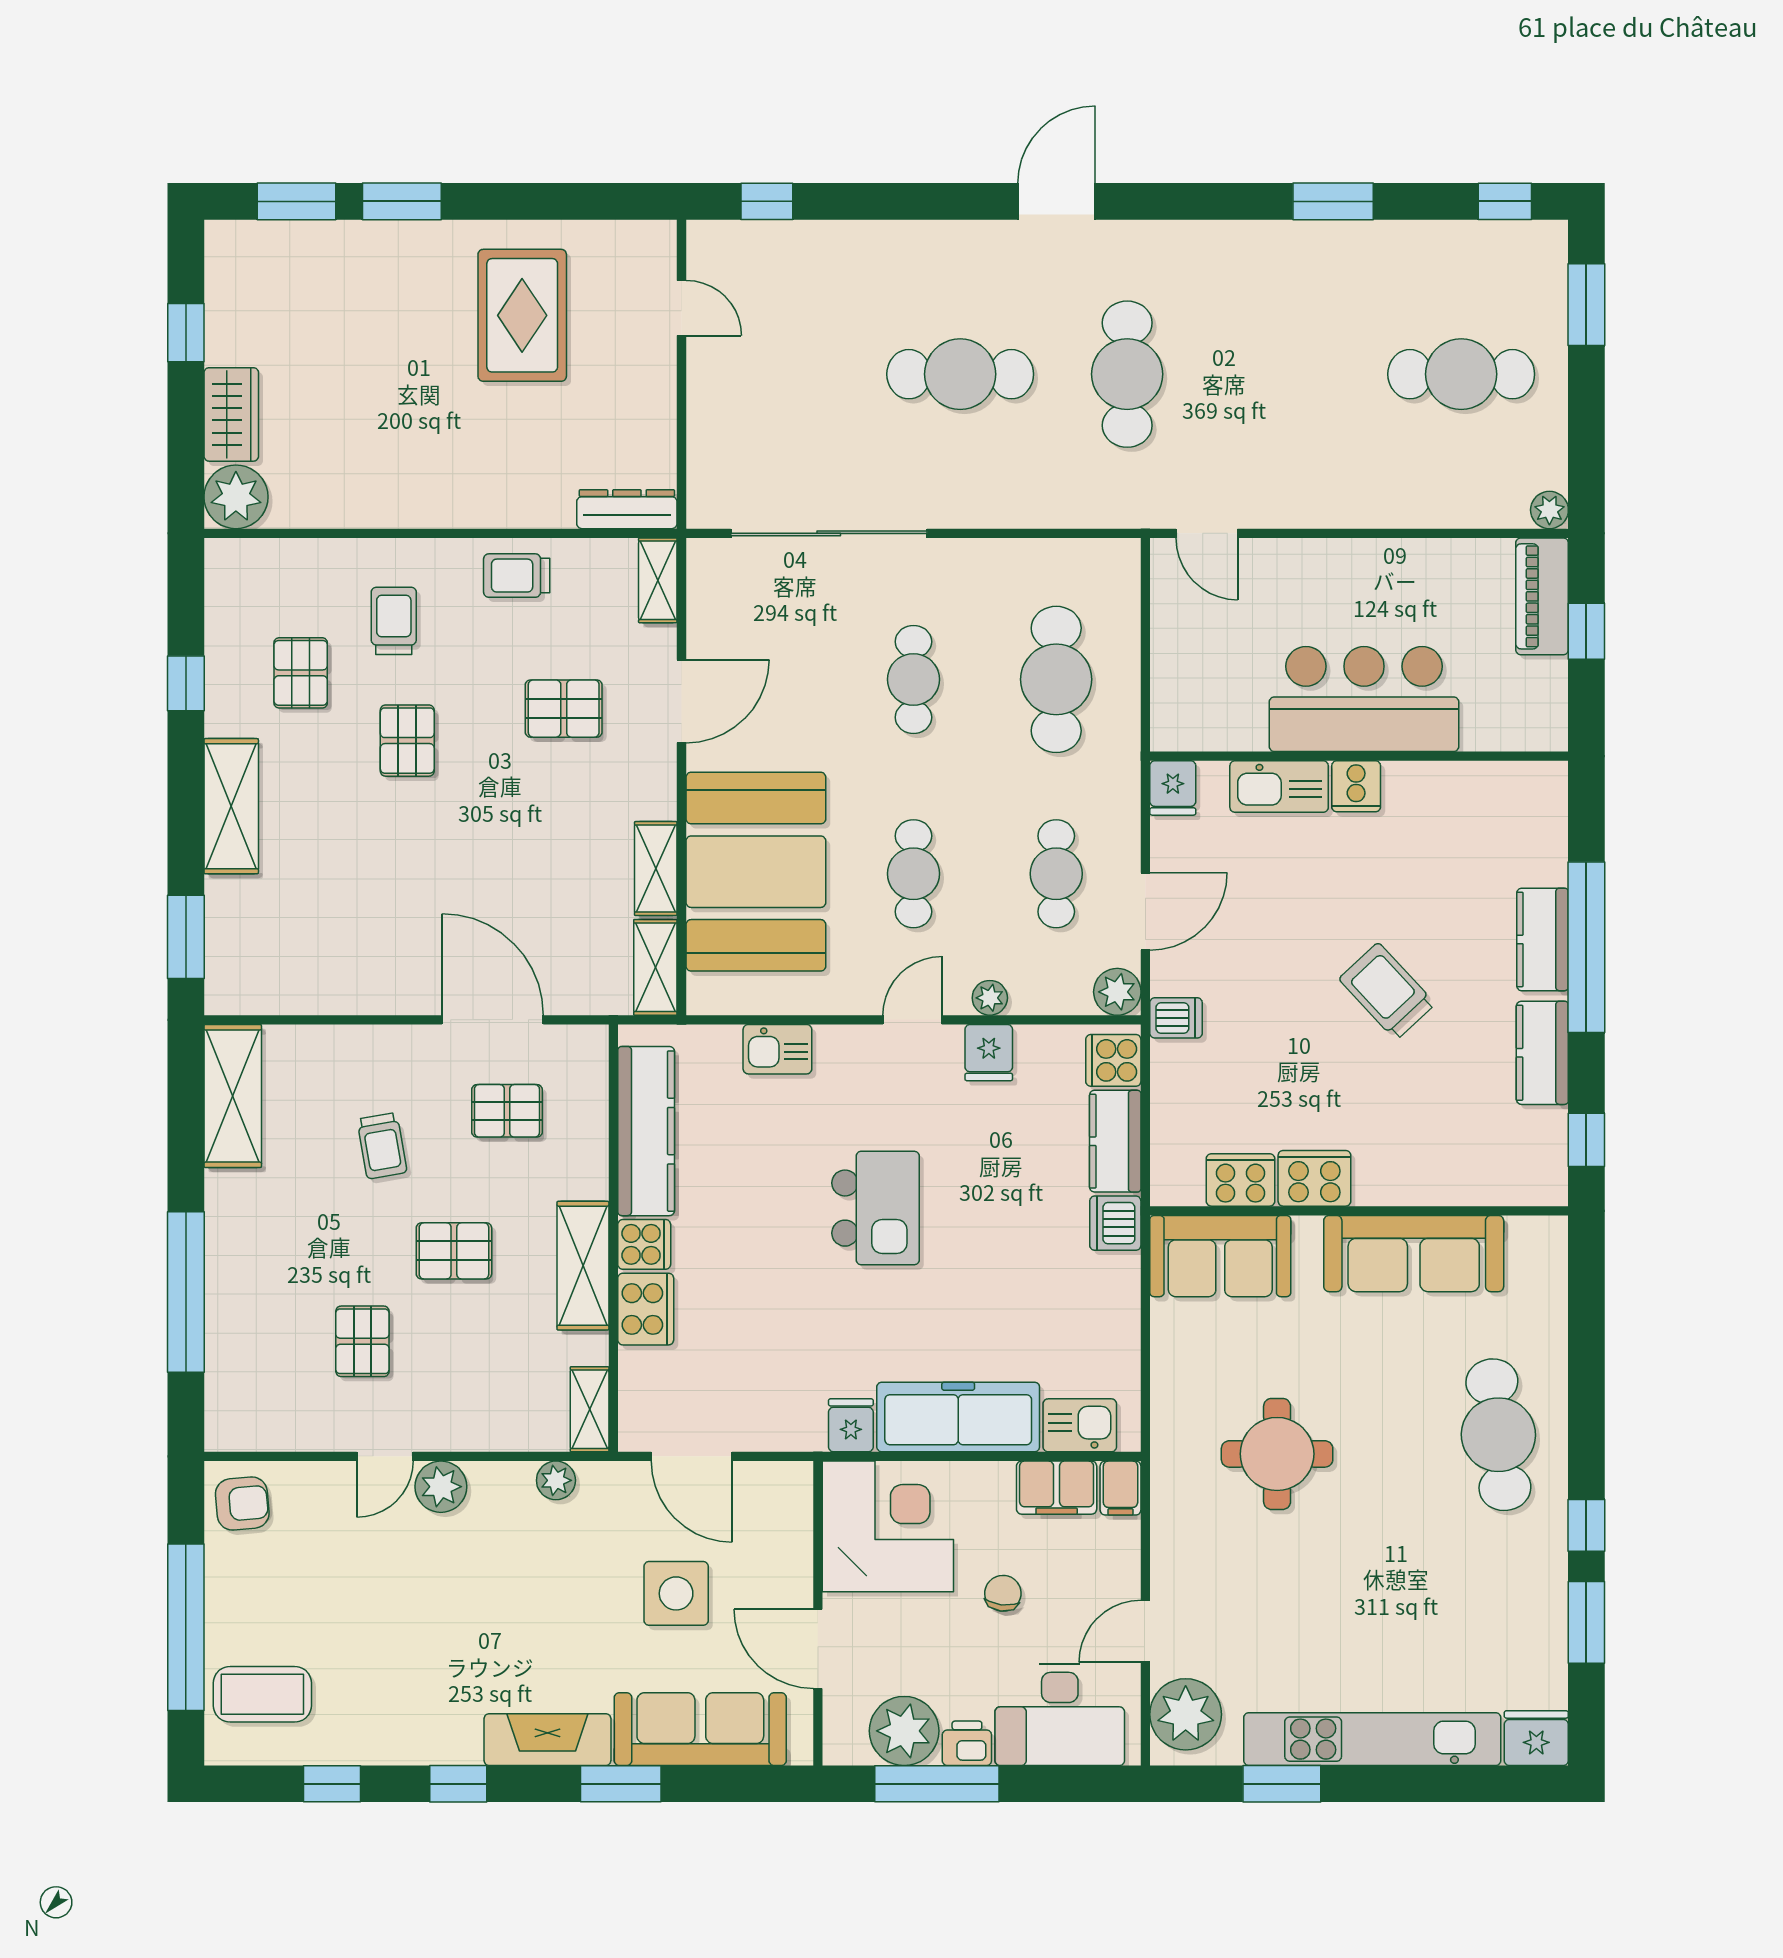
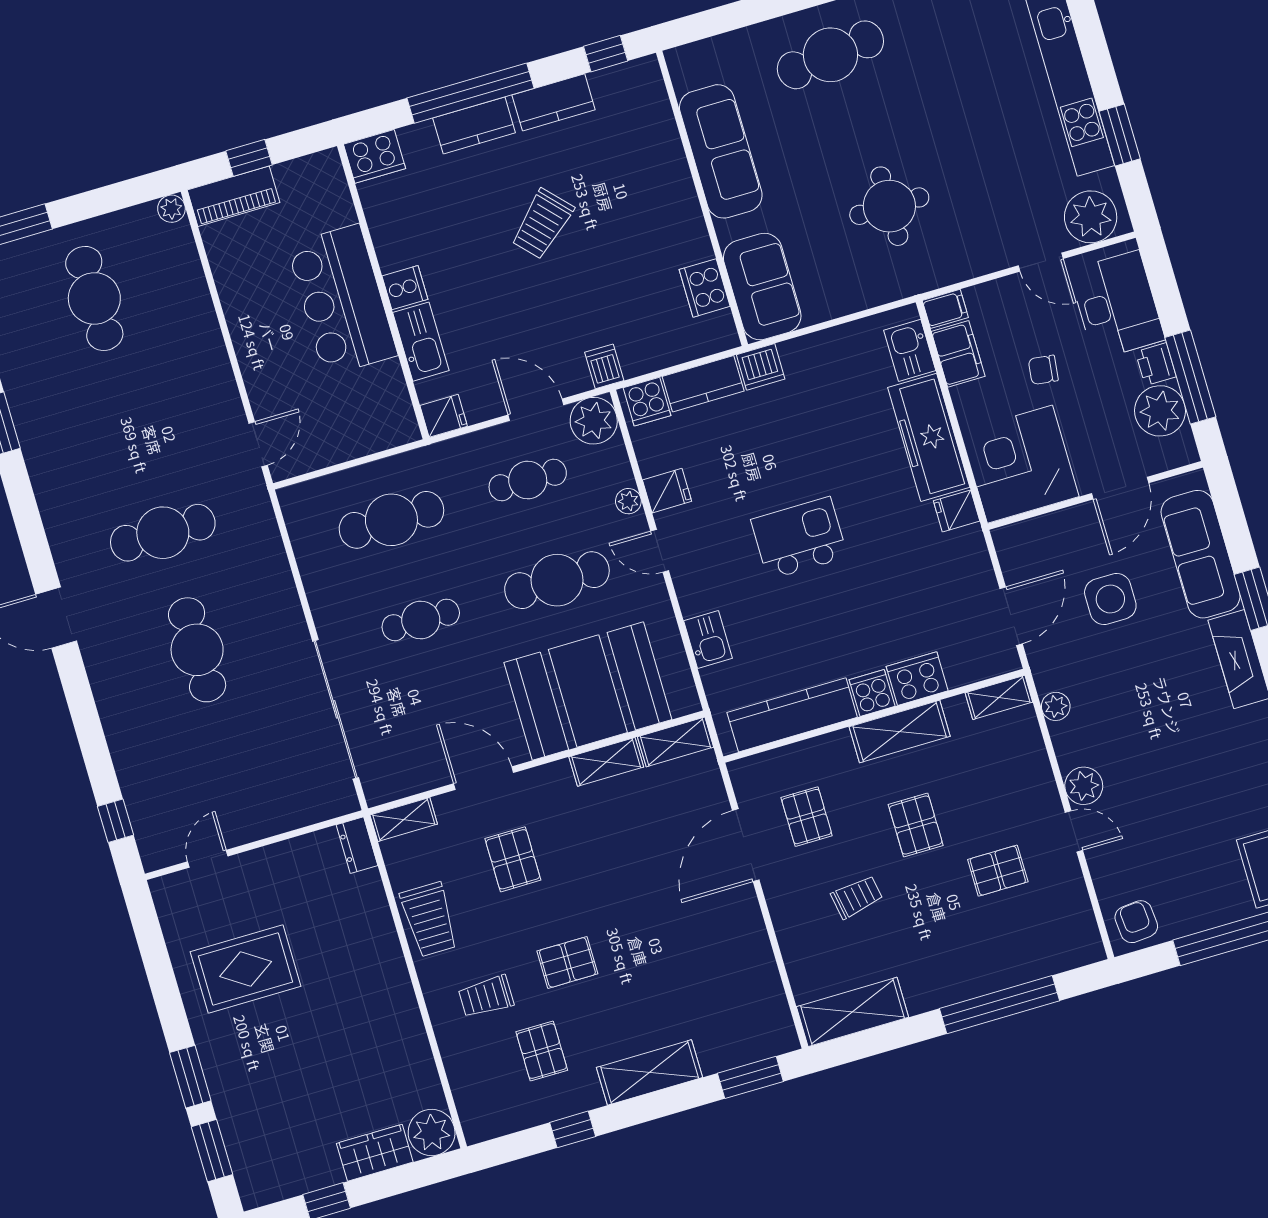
dresser: (627, 509) -> (357, 845), width x0.70
trolley: (517, 576) -> (429, 920), width x1.36, depth x1.39
pallet: (301, 673) -> (542, 1051), turned 90
cafe table: (913, 874) -> (557, 580), width x1.37, depth x1.35
plant: (1117, 992) -> (594, 421), width x1.36, depth x1.36
cooker: (1314, 1178) -> (375, 156), moved, turned -90

